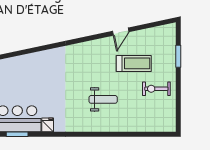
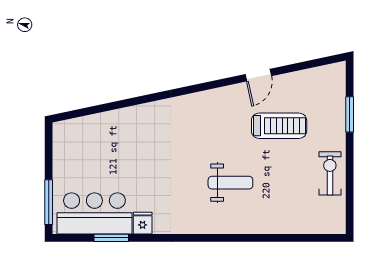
exercise bike: (156, 89) -> (330, 173), moved, turned 90
window: (17, 134) -> (111, 238), moved

